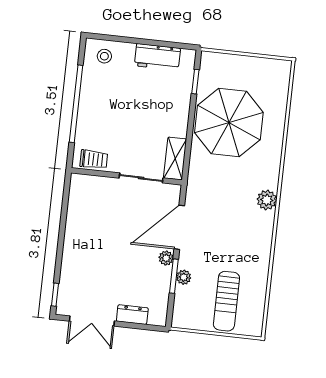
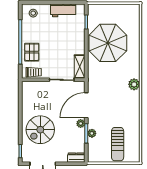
pallet: (94, 124) -> (32, 52), added
spiral stairs: (94, 261) -> (40, 130), added
dresser: (132, 315) -> (76, 158), moved

